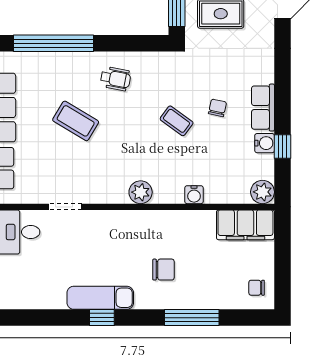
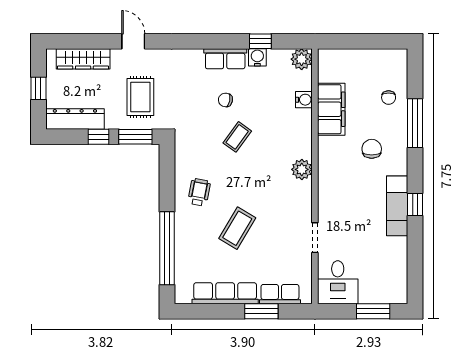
water cooler: (194, 195) -> (304, 100), moved
filing cabinet: (245, 225) -> (331, 109), moved
chair: (257, 288) -> (389, 98), moved

